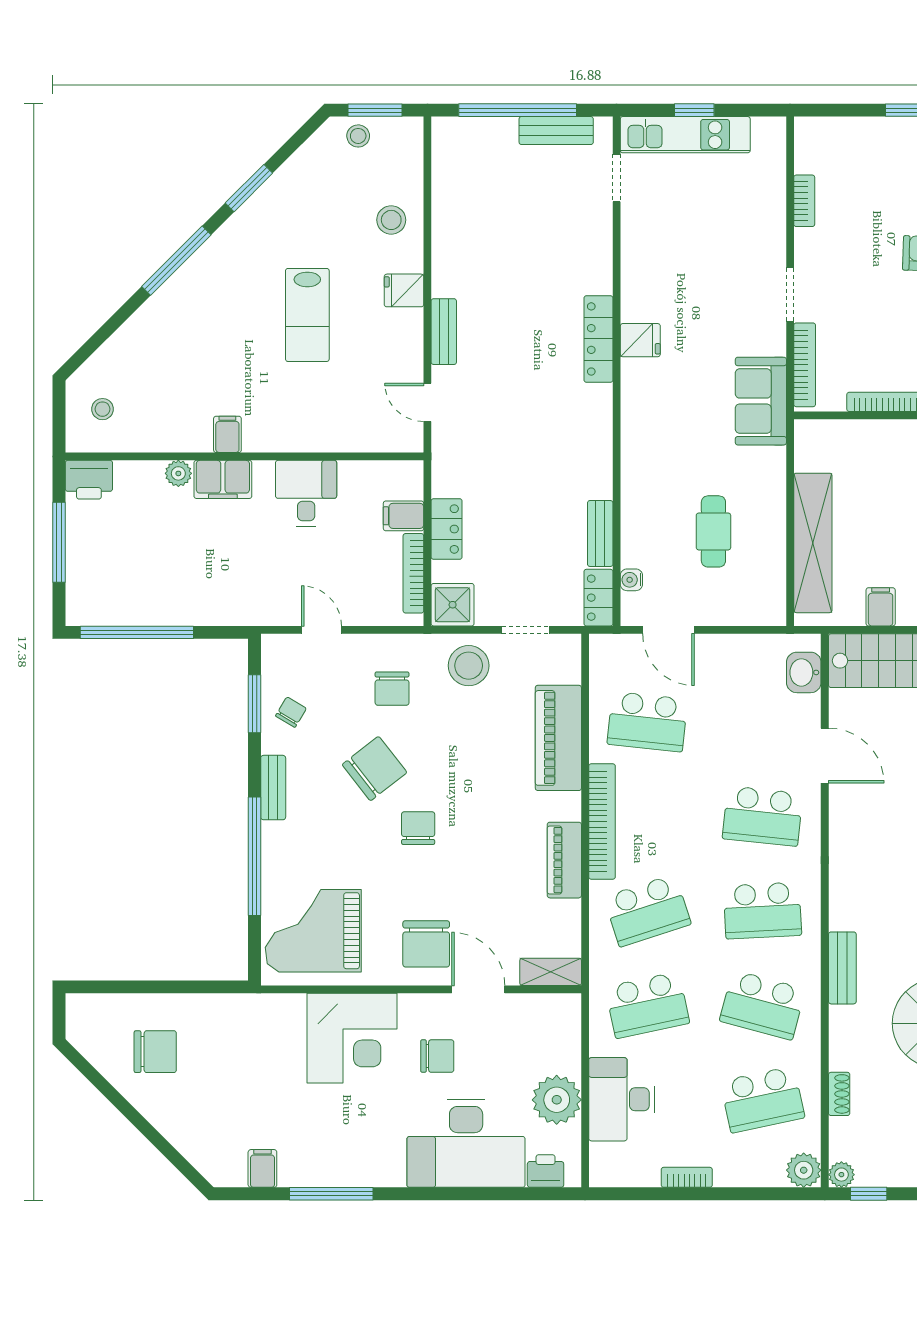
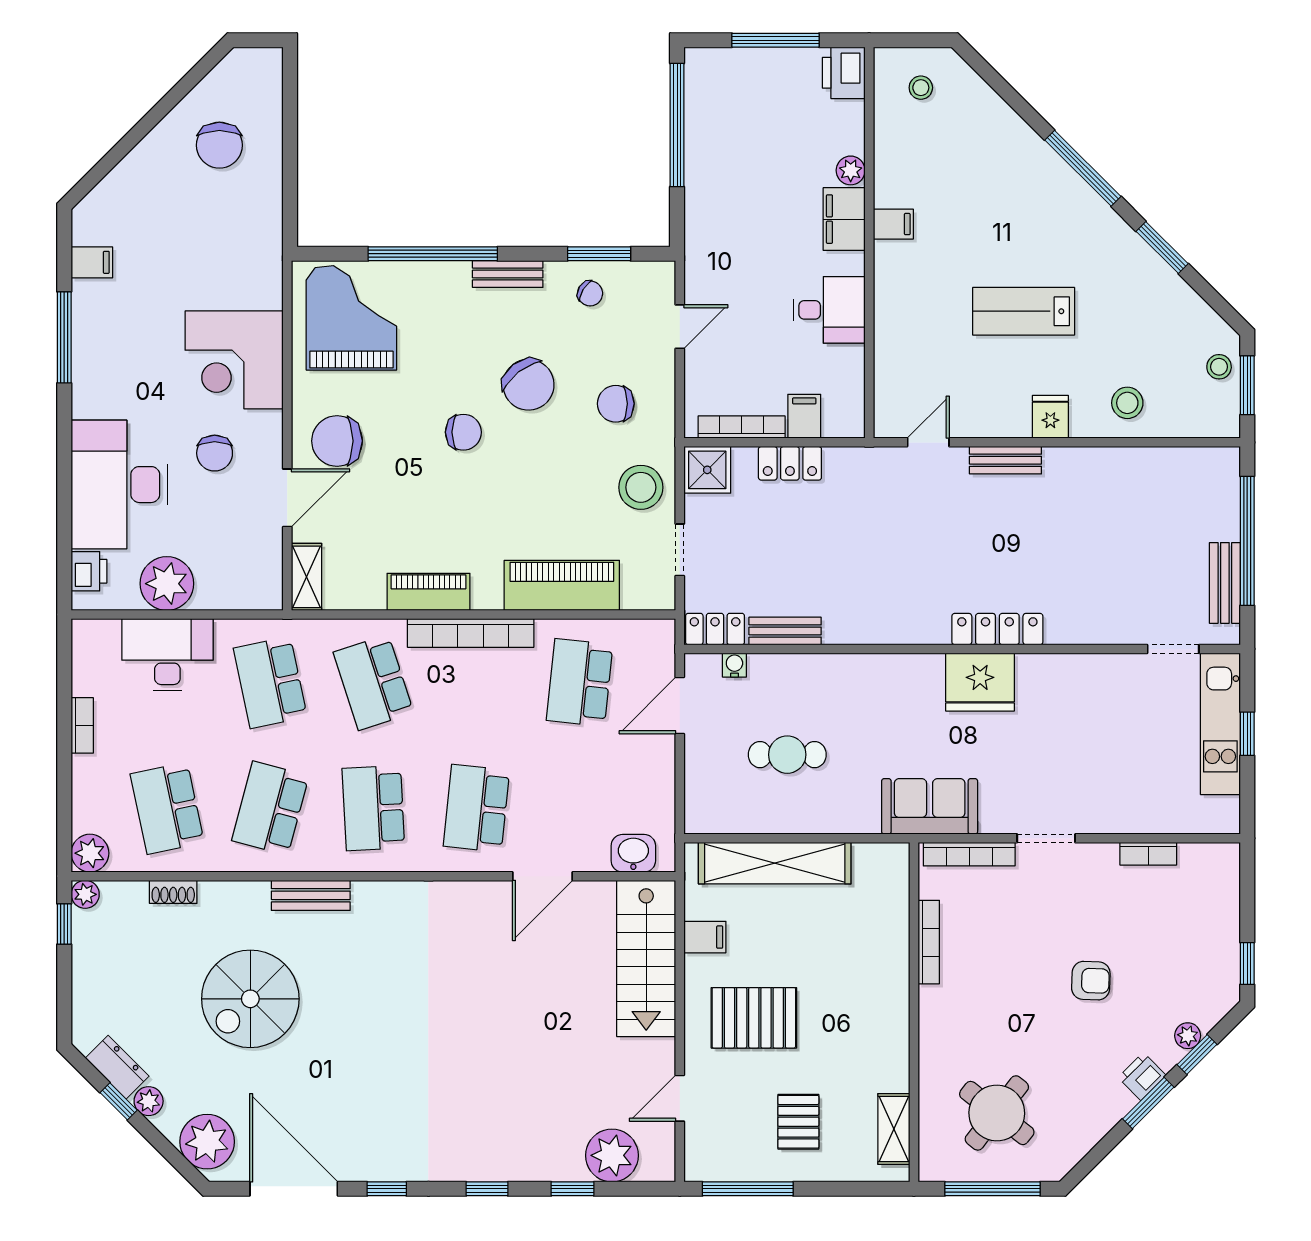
fridge: (640, 340) -> (980, 682), width x1.88, depth x1.34

